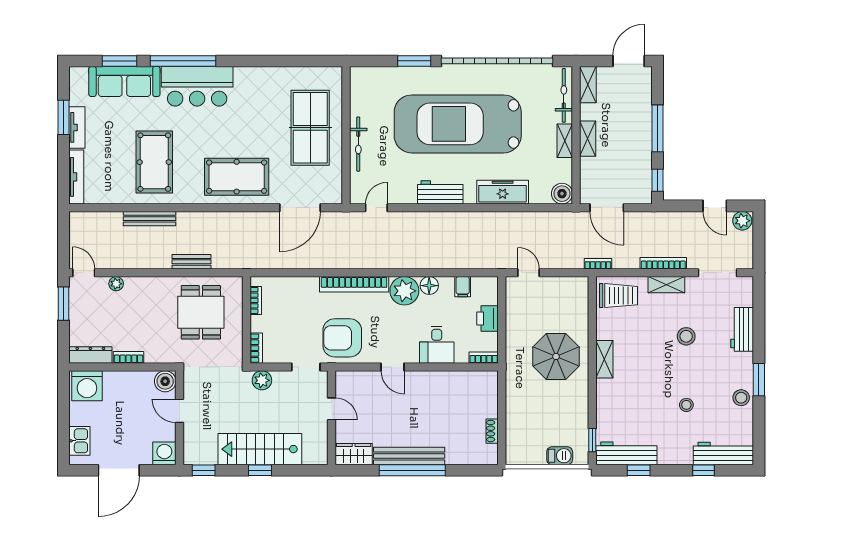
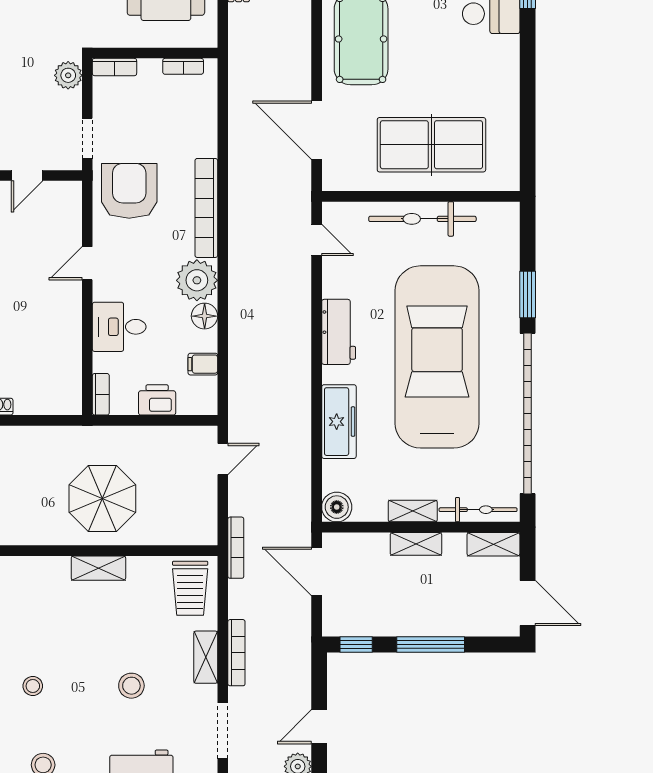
bicycle: (358, 144) -> (422, 219), width x1.37, depth x1.40
door: (607, 208) -> (317, 571), hinge flipped
bookcase: (598, 264) -> (236, 548), width x1.56

